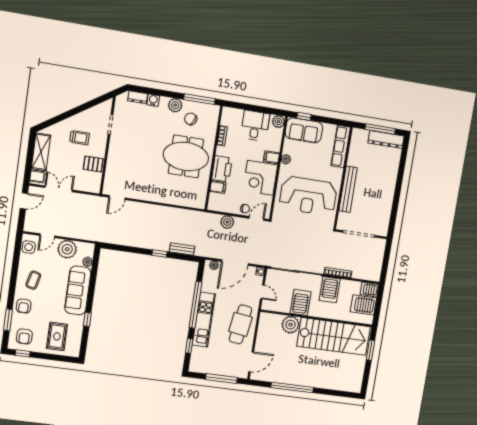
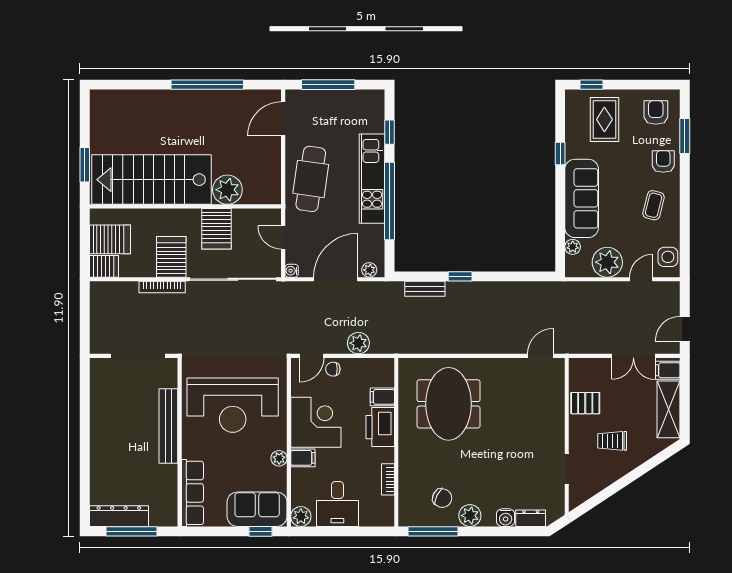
meeting table: (186, 156) -> (449, 404), moved, turned 90
reception desk: (308, 196) -> (233, 405), turned 180
window: (23, 353) -> (592, 85), moved

